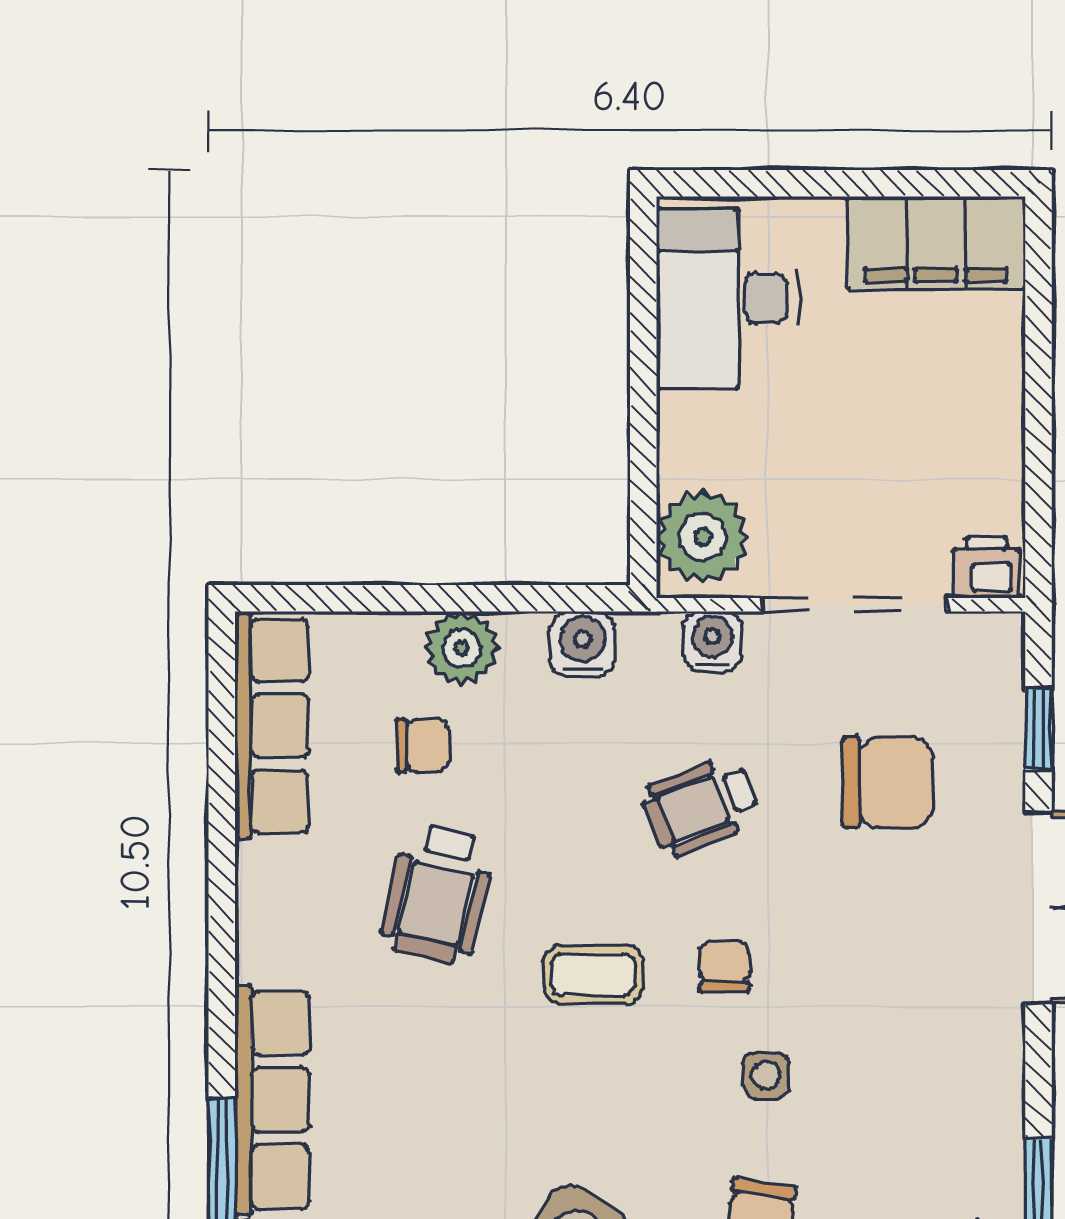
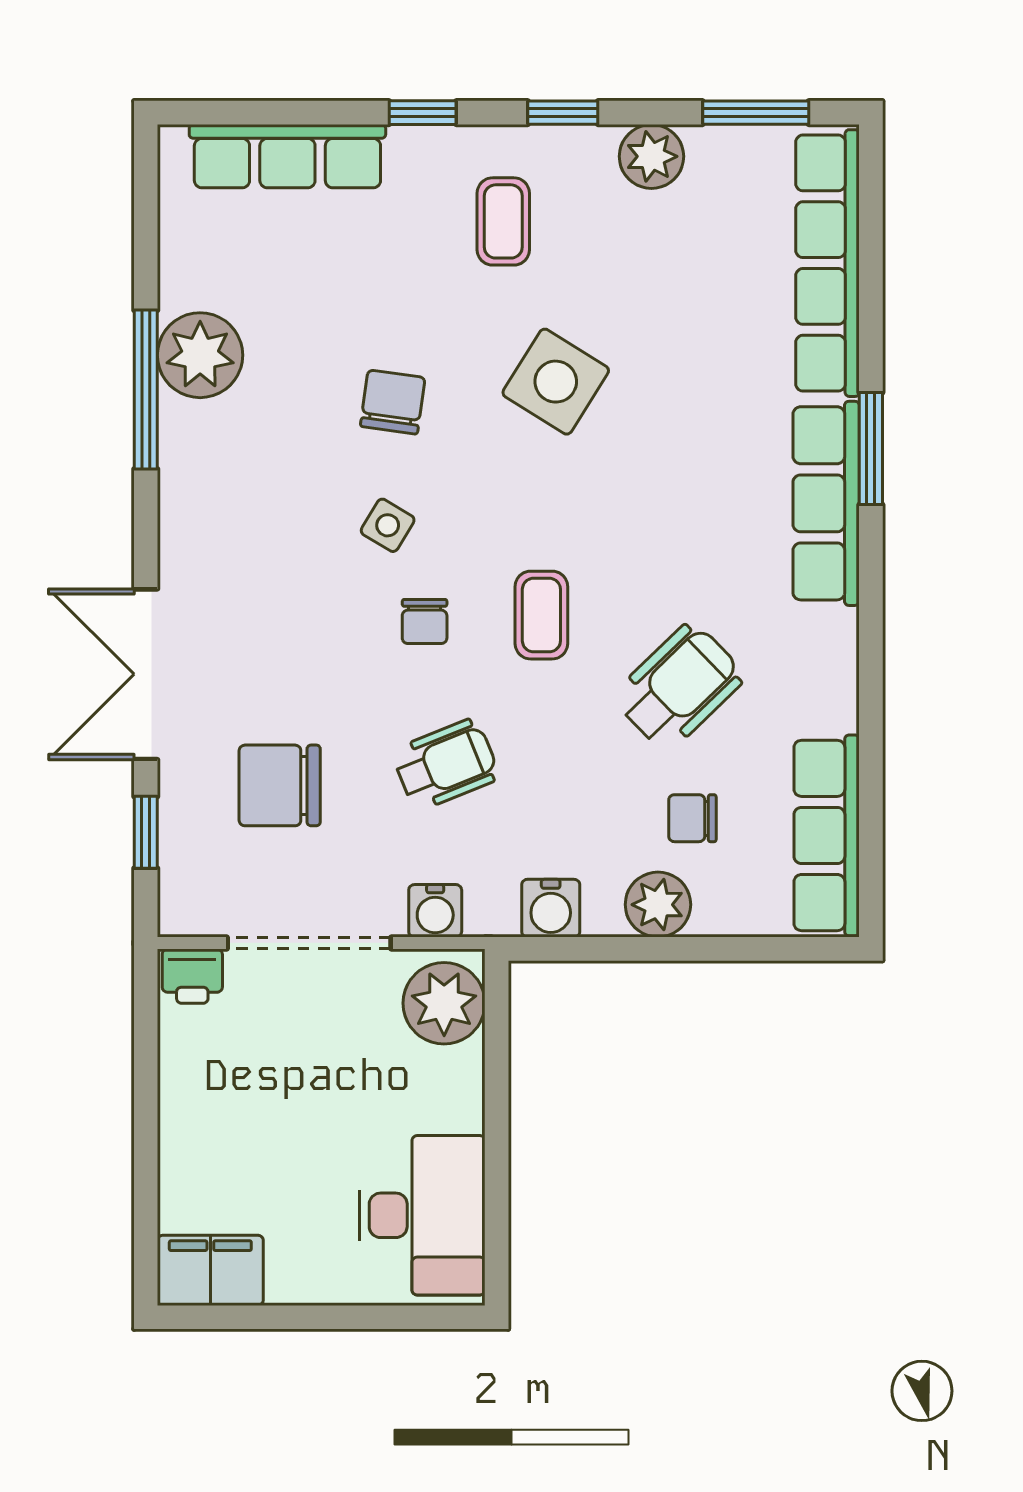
filing cabinet: (936, 243) -> (210, 1270), width x0.67, depth x0.86
wheelchair: (438, 894) -> (679, 687), turned 33
coffee table: (593, 974) -> (541, 615), turned 90
side table: (766, 1075) -> (388, 525), turned 31

